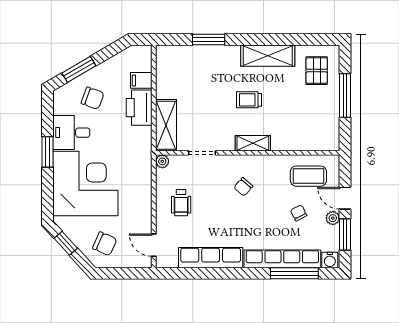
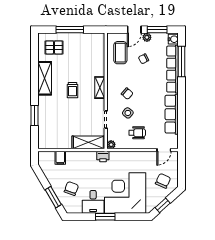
printer: (139, 108) -> (103, 157), moved, width x0.53, depth x0.68
side table: (213, 188) -> (128, 113), added

